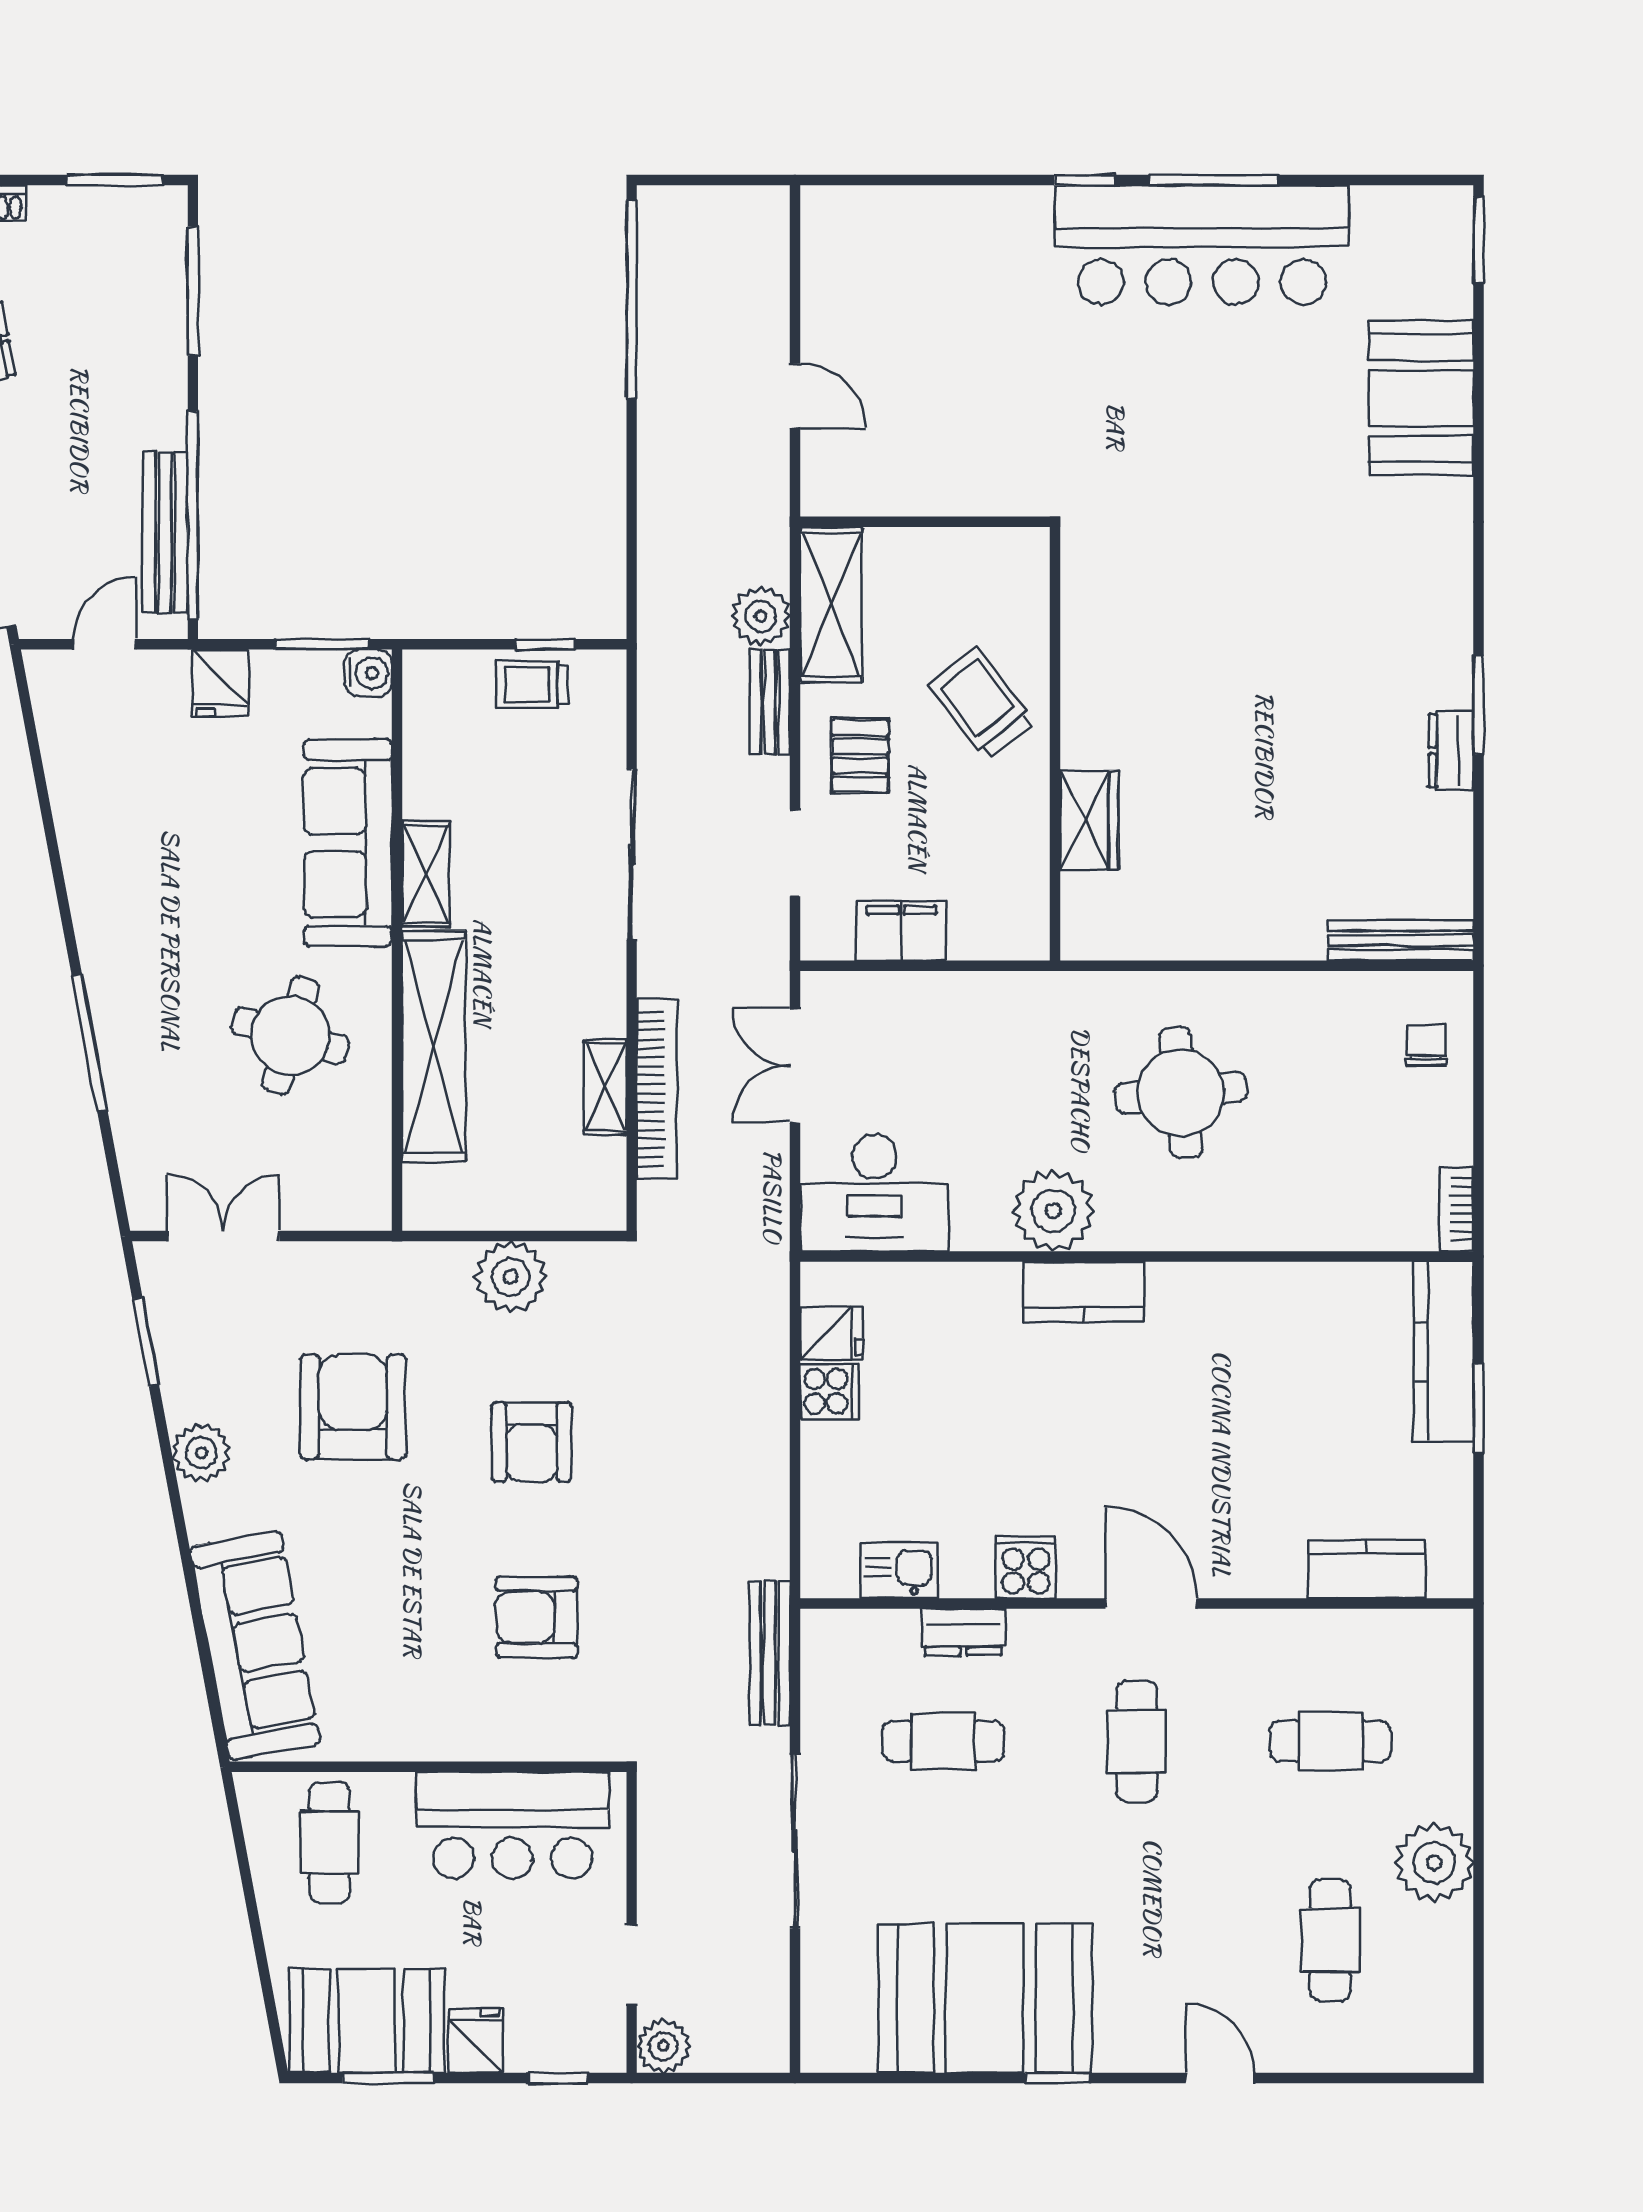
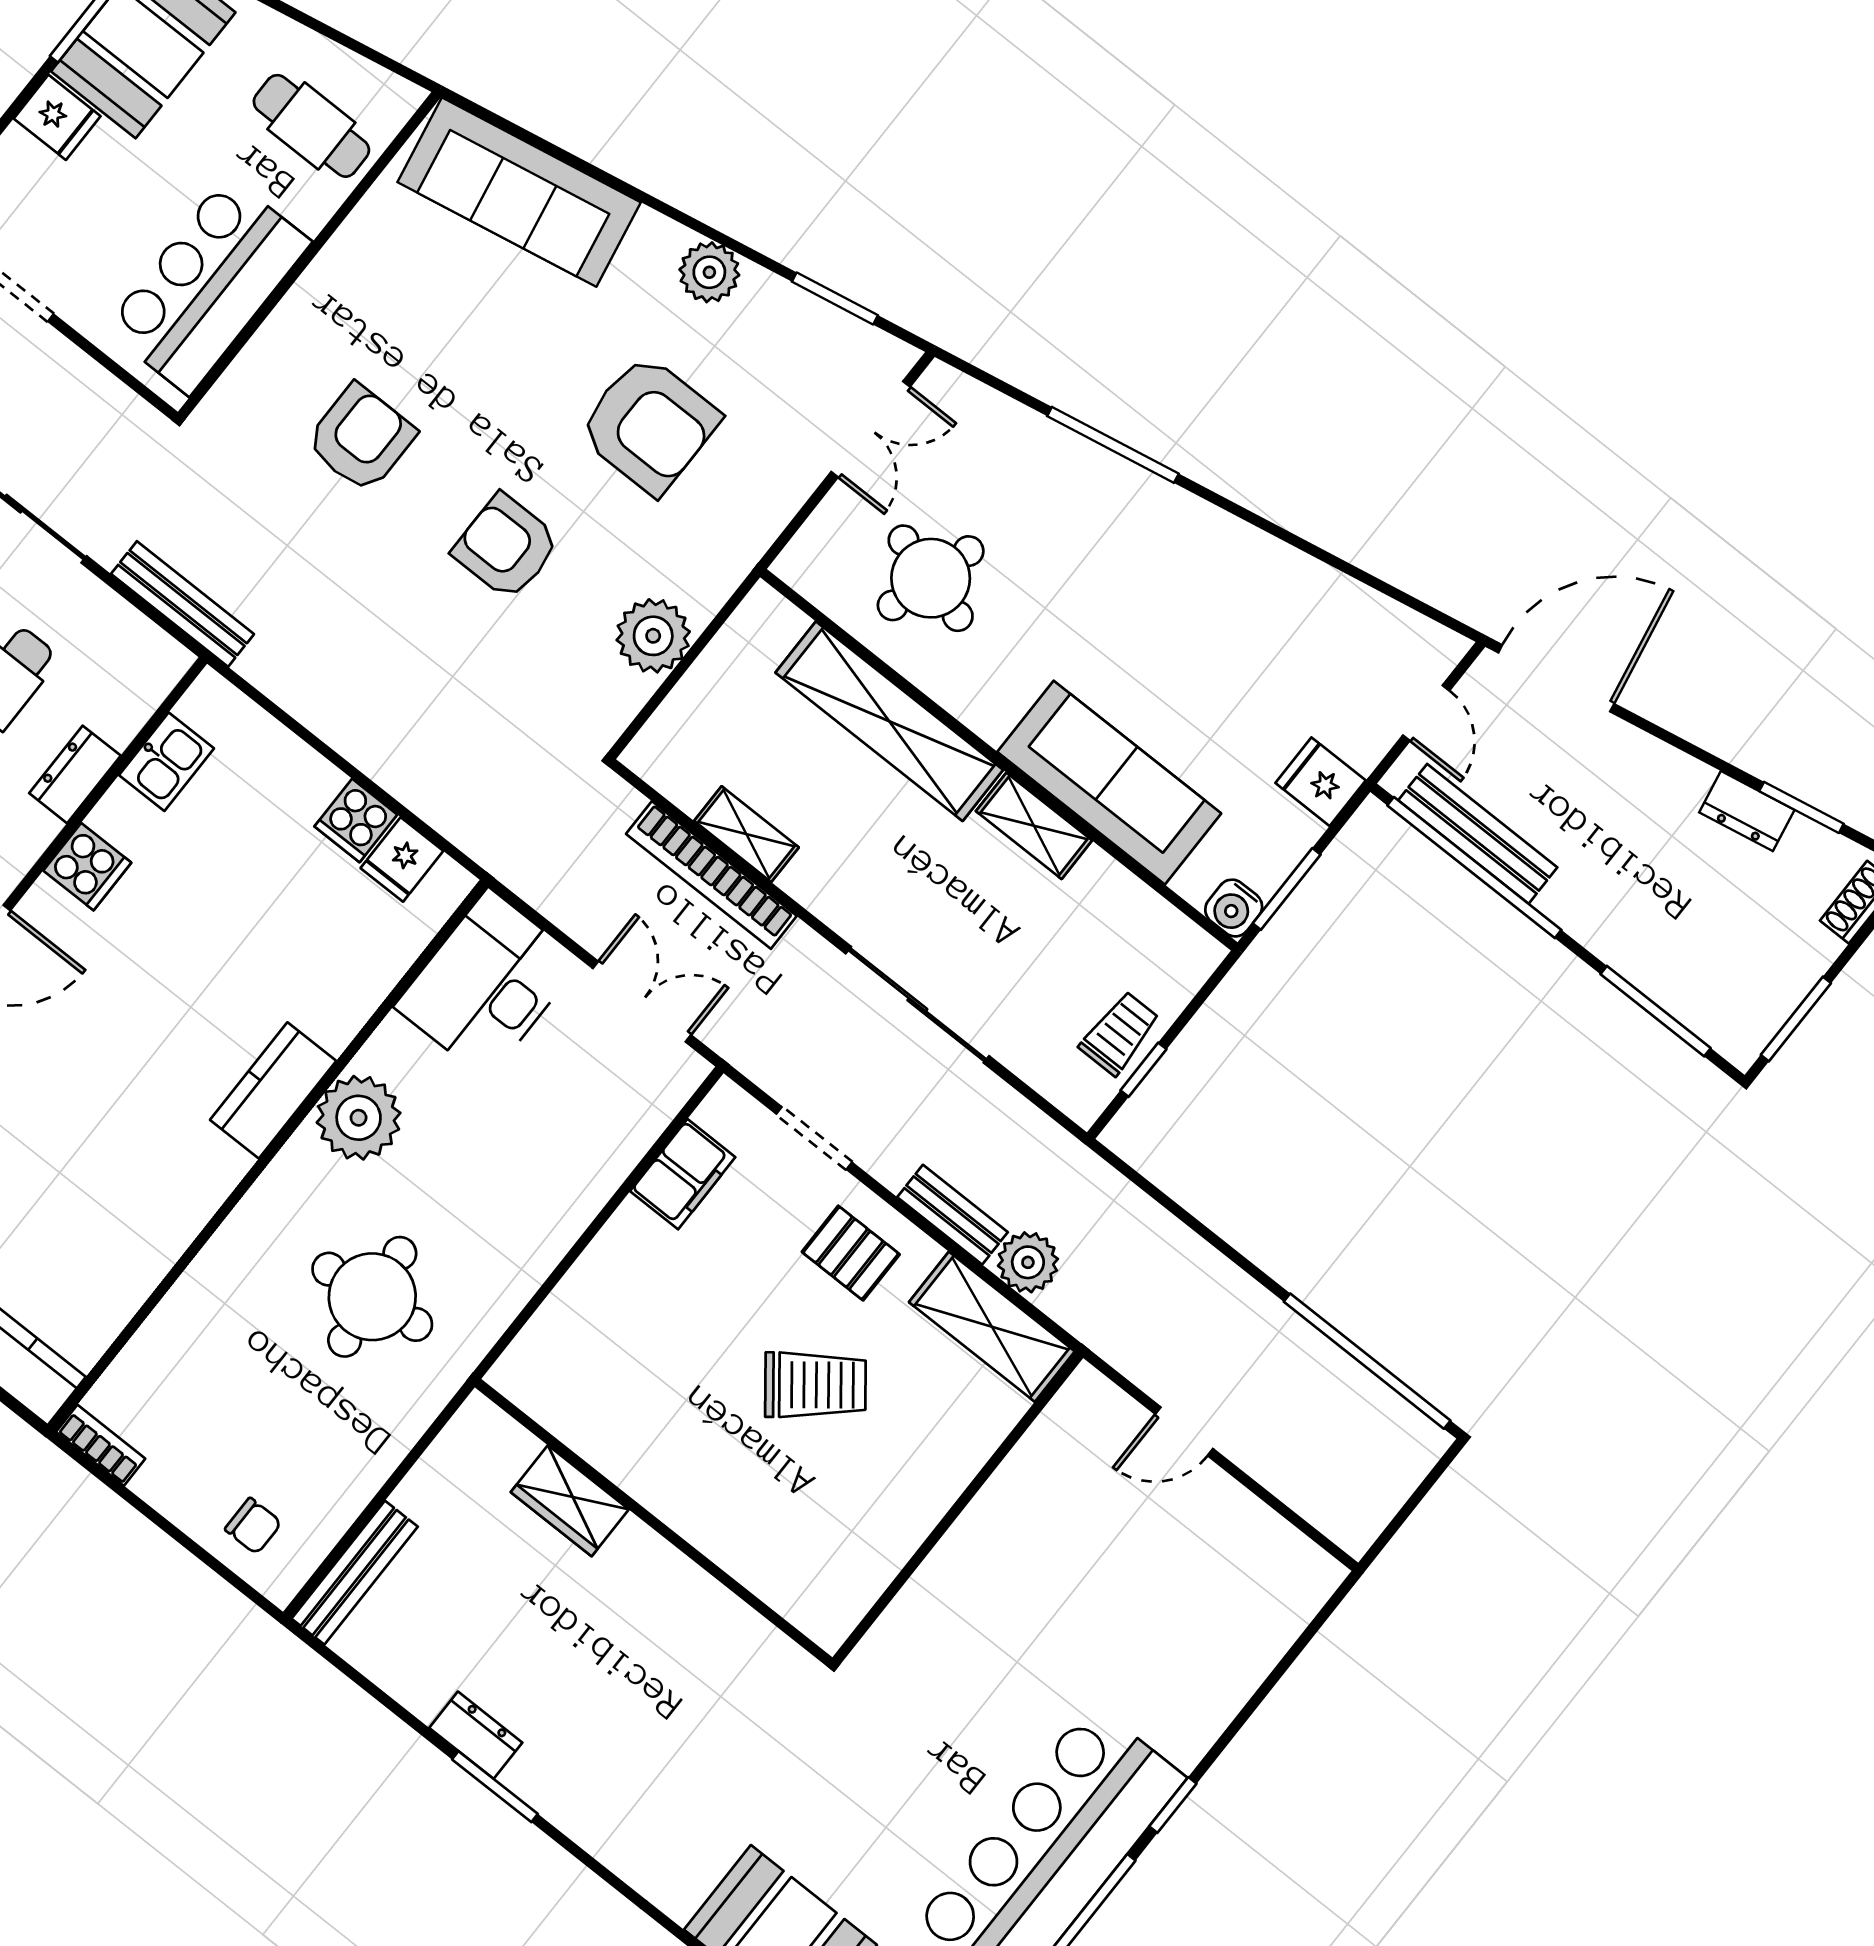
wall: (1055, 744) -> (654, 1522), moved
wardrobe: (1089, 820) -> (570, 1501), moved
round table: (290, 1035) -> (931, 578), moved

